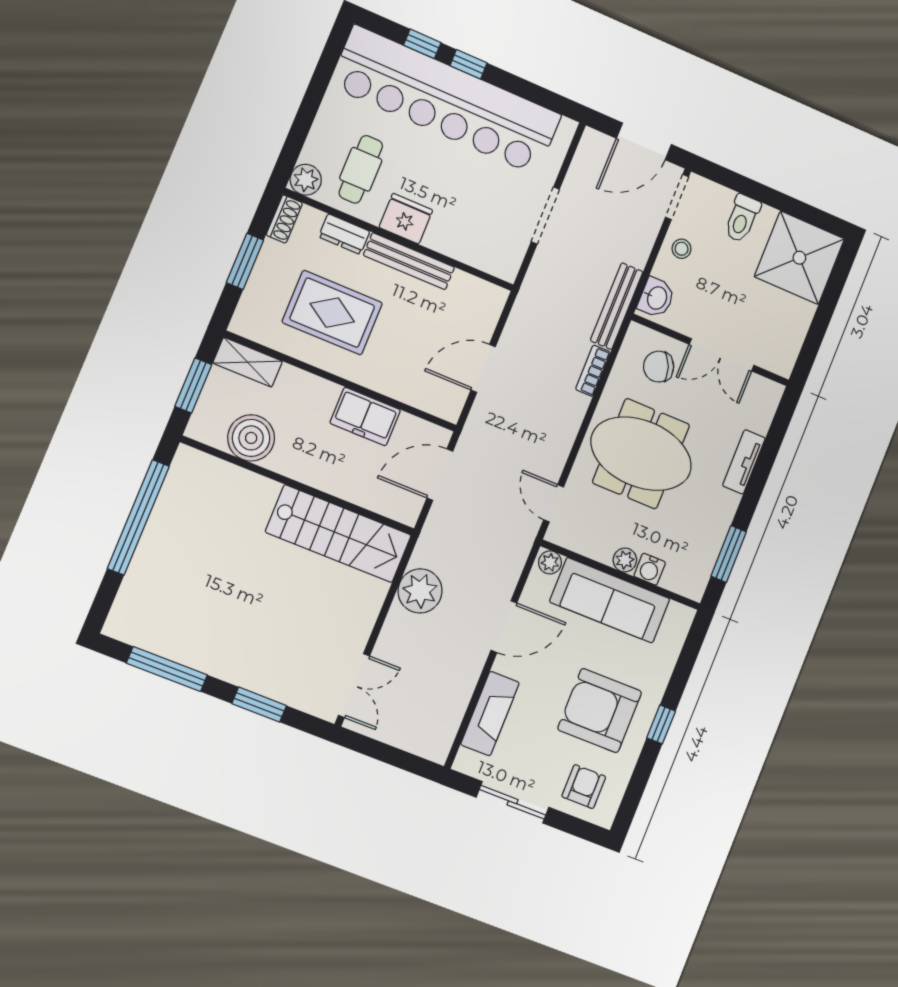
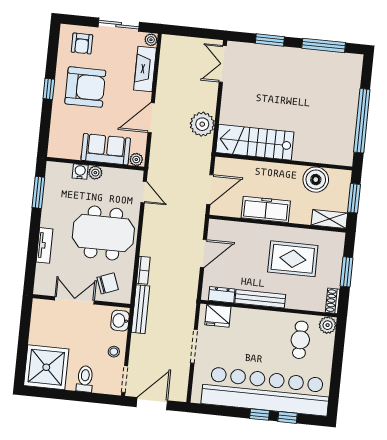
fridge: (406, 219) -> (218, 316), moved
dresser: (344, 234) -> (222, 295), moved
freezer: (365, 417) -> (266, 209), width x1.40
sofa: (610, 600) -> (106, 149), width x0.73
plant: (465, 761) -> (151, 40), added

